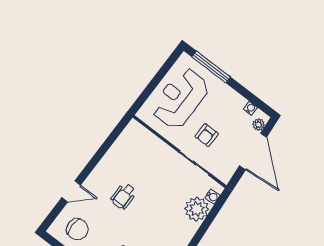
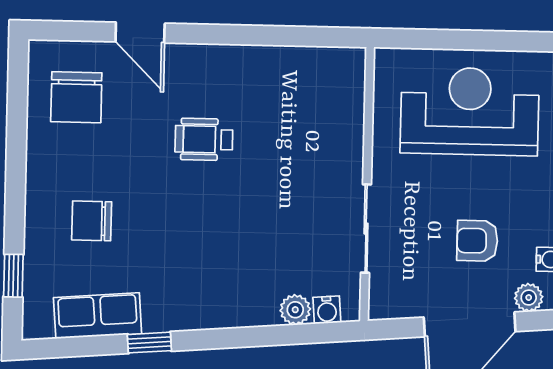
armchair: (207, 135) -> (477, 241), moved
plant: (197, 209) -> (295, 310), width x0.53, depth x0.53

